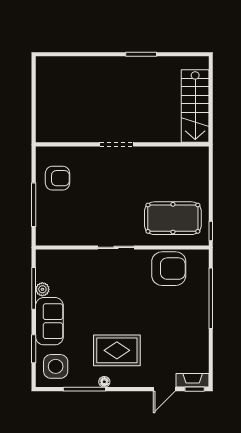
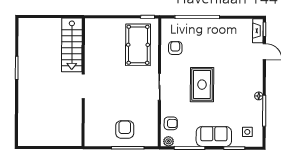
stairs: (195, 106) -> (72, 45), moved, turned 90
armchair: (58, 178) -> (125, 129), moved
armchair: (67, 263) -> (171, 123), added
armchair: (169, 269) -> (175, 48), width x0.53, depth x0.53
plant: (42, 289) -> (168, 141), moved
rug: (117, 350) -> (202, 85), moved
side table: (56, 366) -> (247, 132), width x0.54, depth x0.54

